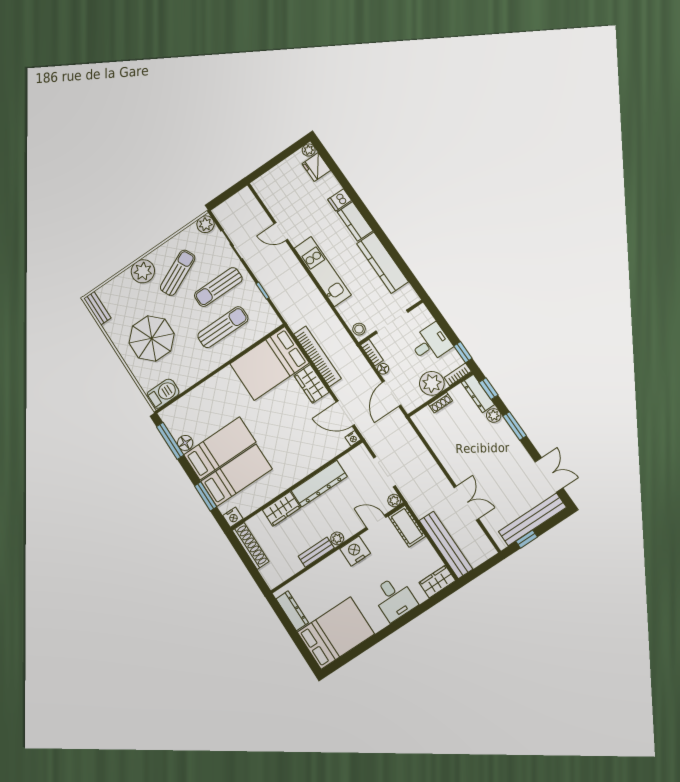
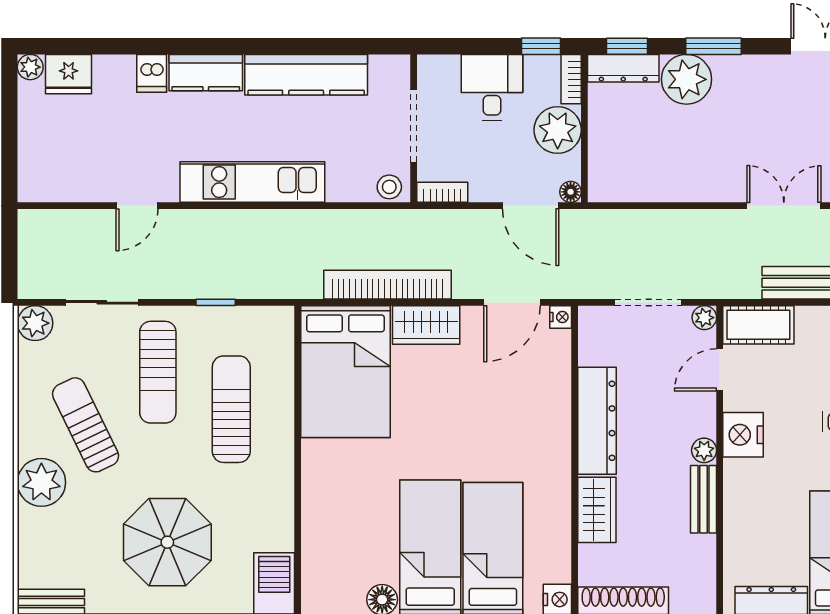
floor lamp: (383, 369) -> (571, 192), moved
shoe rack: (440, 403) -> (598, 138), removed
plant: (494, 415) -> (686, 79), width x1.87, depth x1.87

